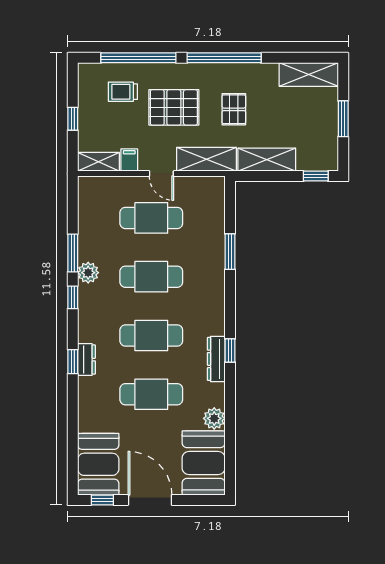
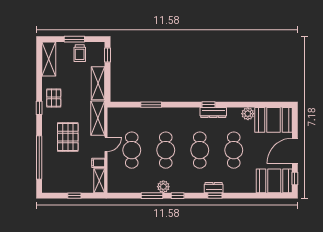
window: (224, 58) -> (39, 108), width x0.32
trolley: (123, 92) -> (80, 53), moved
pallet: (234, 109) -> (54, 98), moved, turned 90

